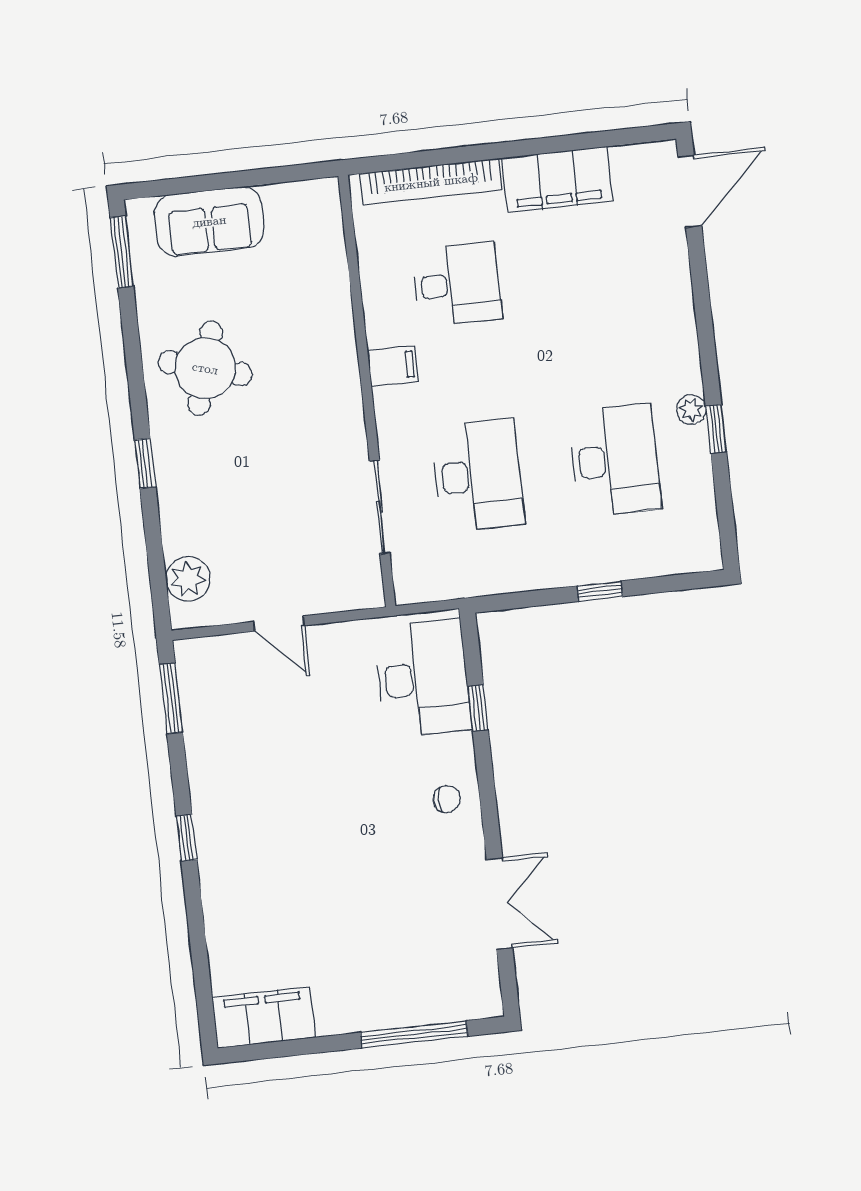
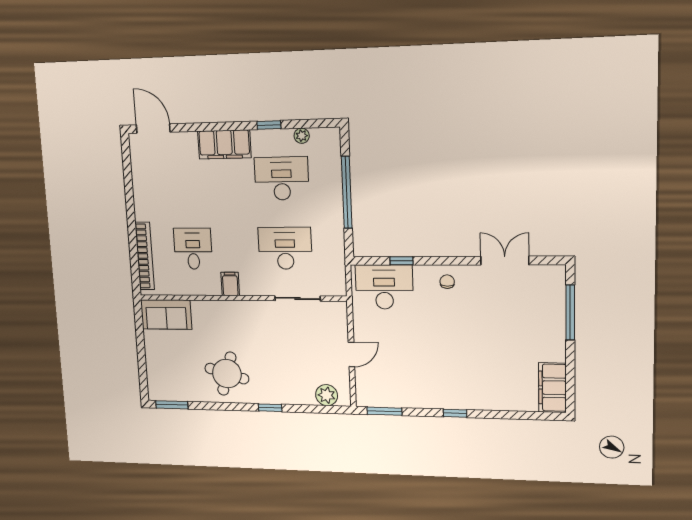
filing cabinet: (557, 180) -> (224, 144), moved, turned 90
sofa: (209, 221) -> (166, 315), moved, turned 90
plant: (691, 410) -> (302, 136), moved
window: (600, 591) -> (347, 192), width x3.17

